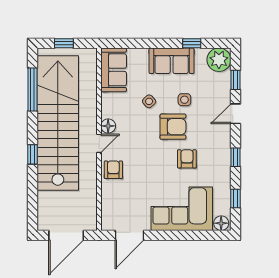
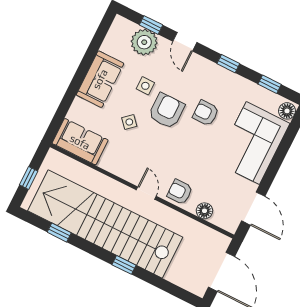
window: (192, 43) -> (93, 50), removed
plant: (219, 60) -> (144, 42), moved
window: (33, 90) -> (59, 233), width x0.46
floor lamp: (108, 126) -> (204, 211), moved

